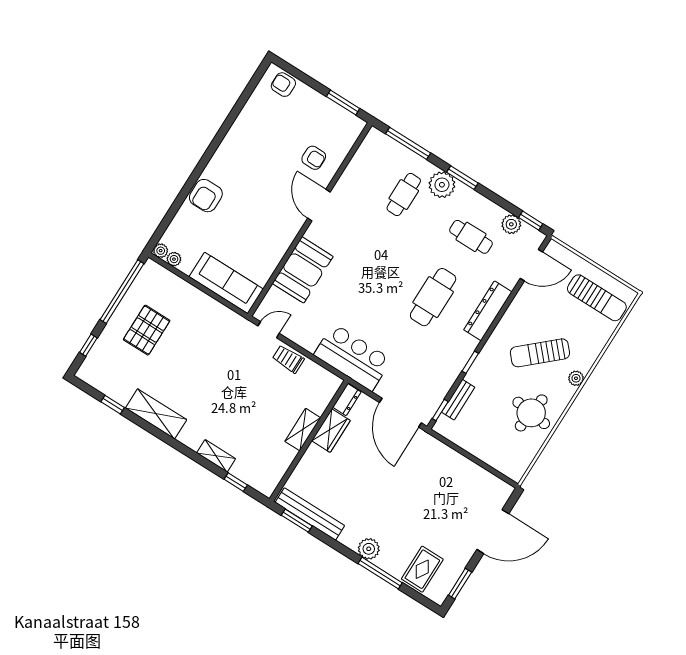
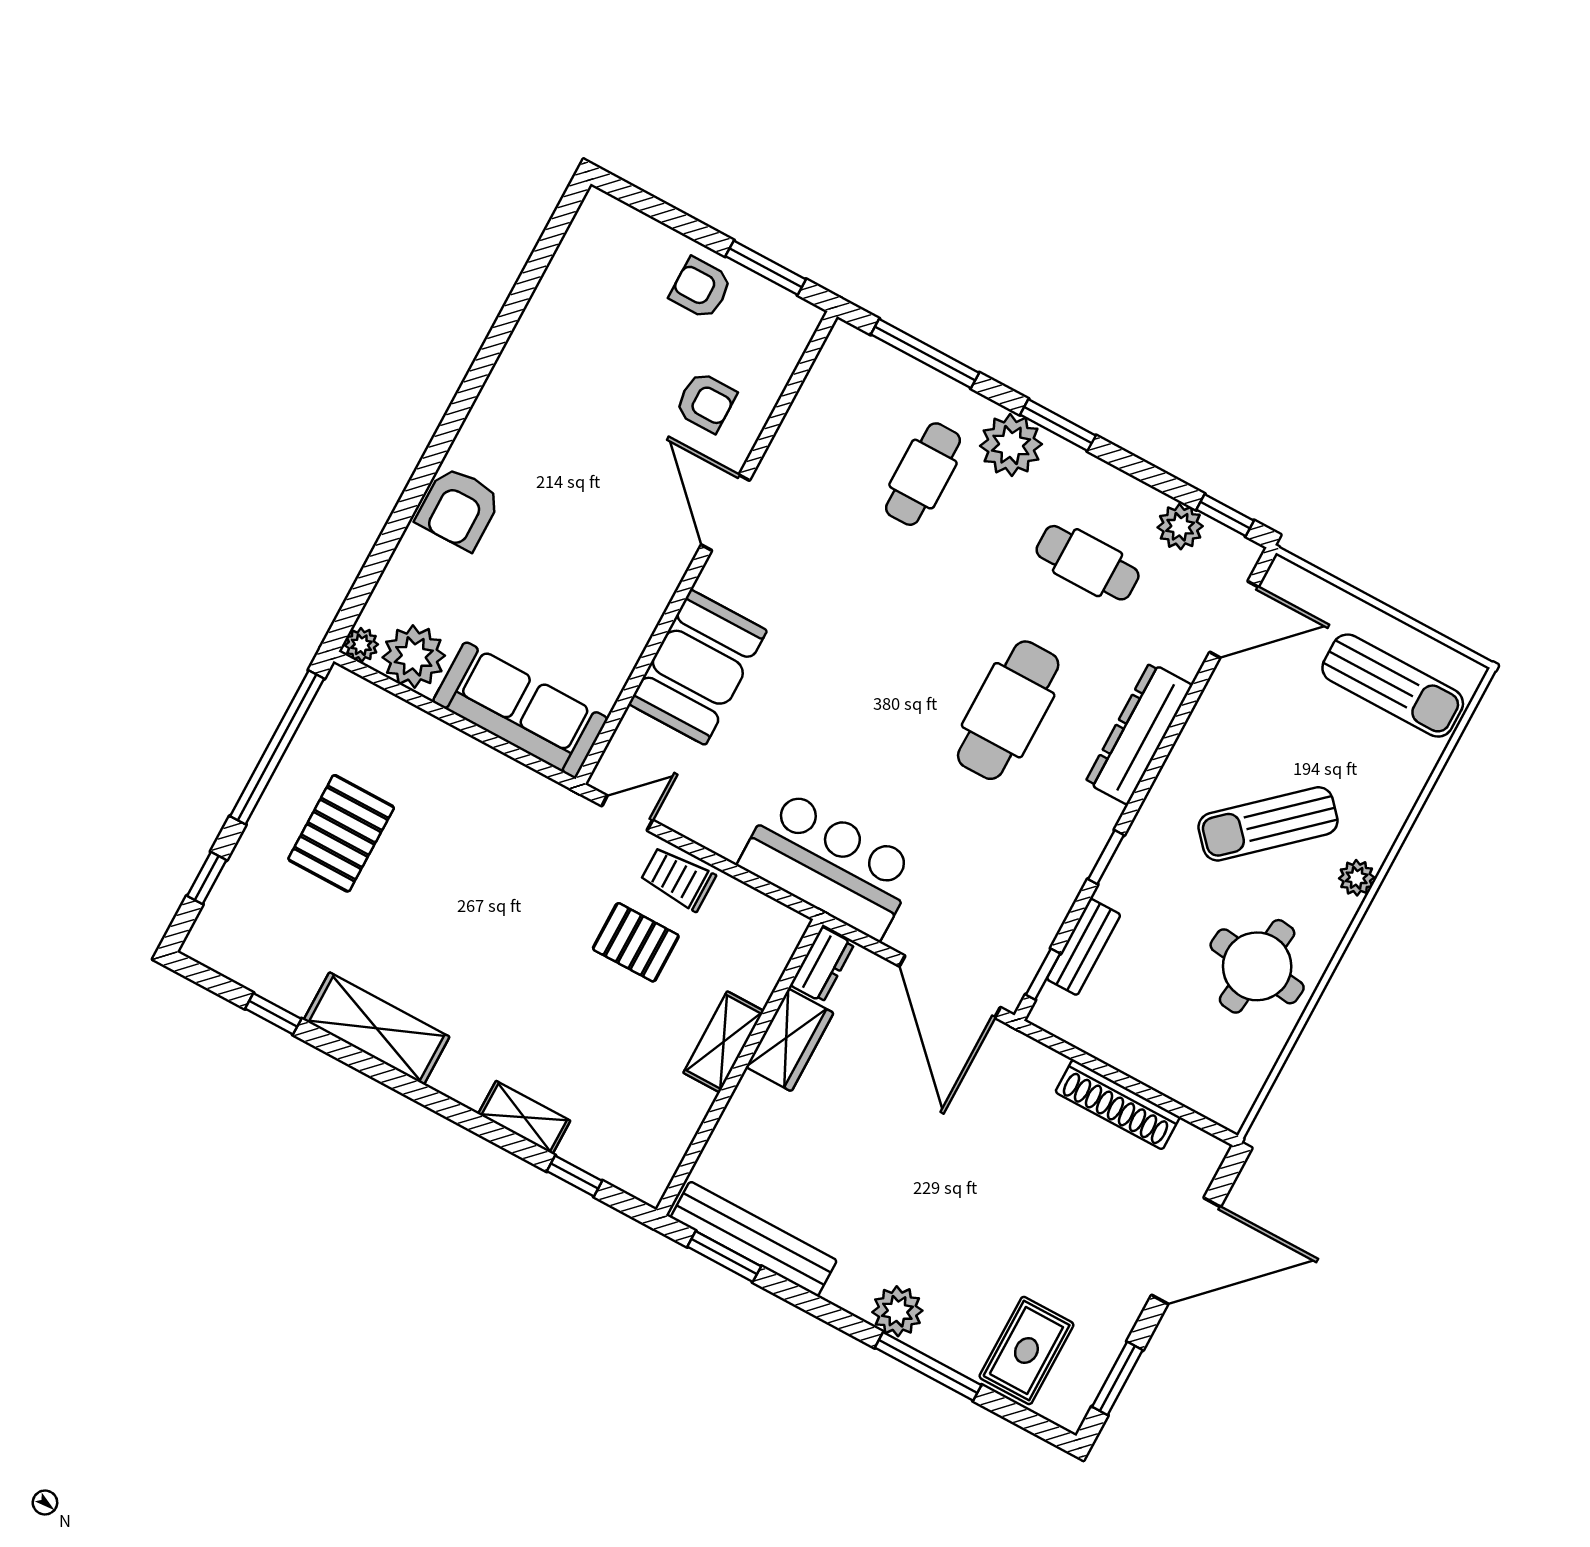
armchair: (283, 85) -> (701, 288), moved
plant: (174, 259) -> (414, 656), width x1.88, depth x1.88
pallet: (268, 385) -> (636, 942), added
shoe rack: (468, 467) -> (1118, 1104), added

